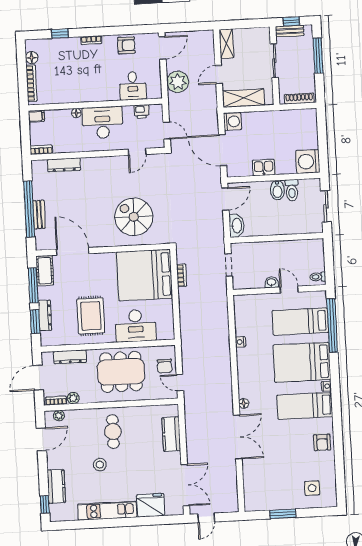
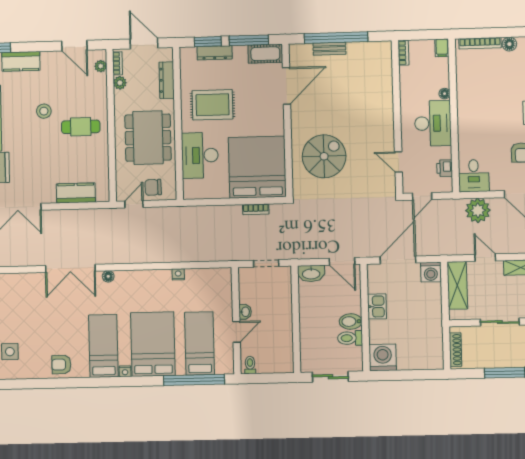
desk: (133, 86) -> (474, 176), moved, turned -90
dresser: (64, 165) -> (385, 78), removed

